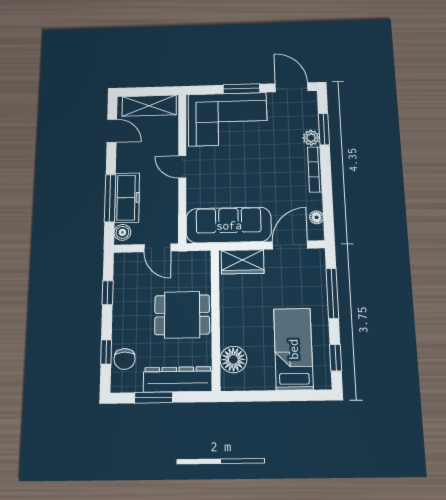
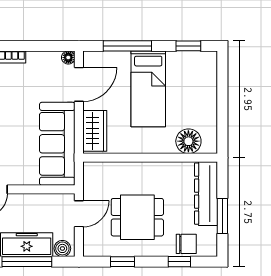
floor lamp: (316, 217) -> (68, 57), moved
door: (290, 245) -> (79, 84), swing flipped
dining table: (182, 315) -> (137, 217), moved, turned 90
bed: (293, 349) -> (148, 89), moved, turned -90

